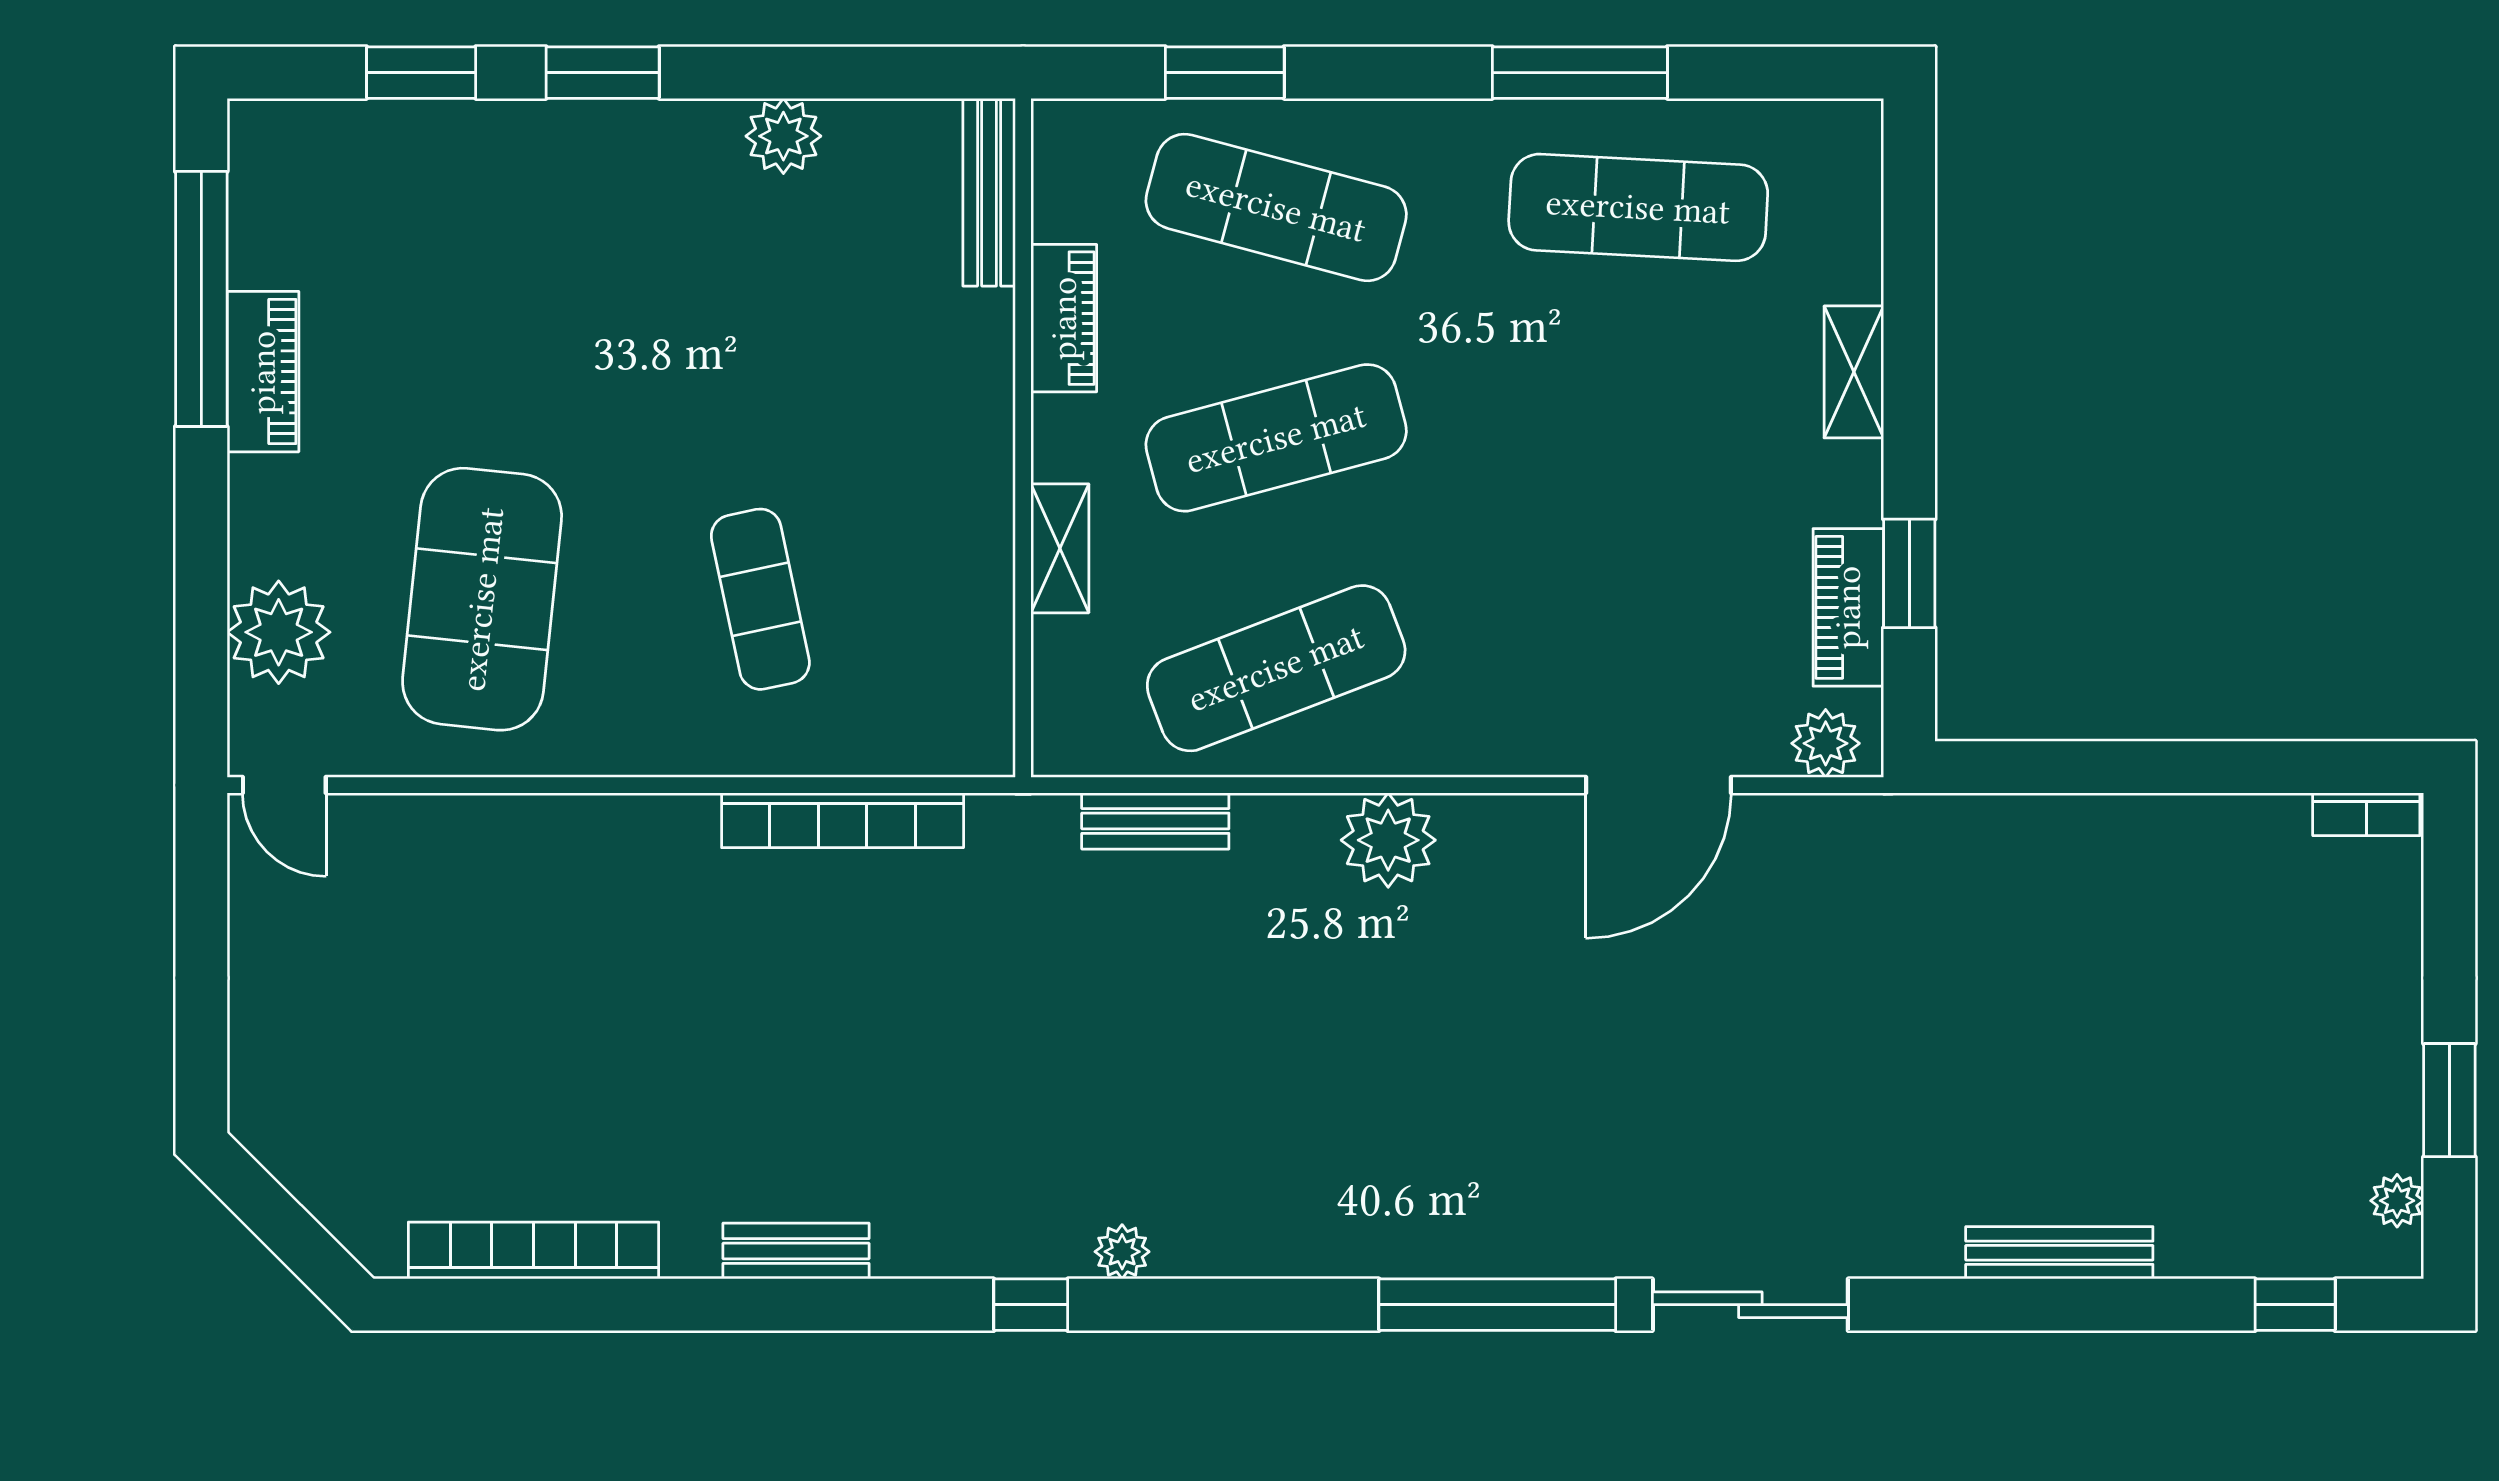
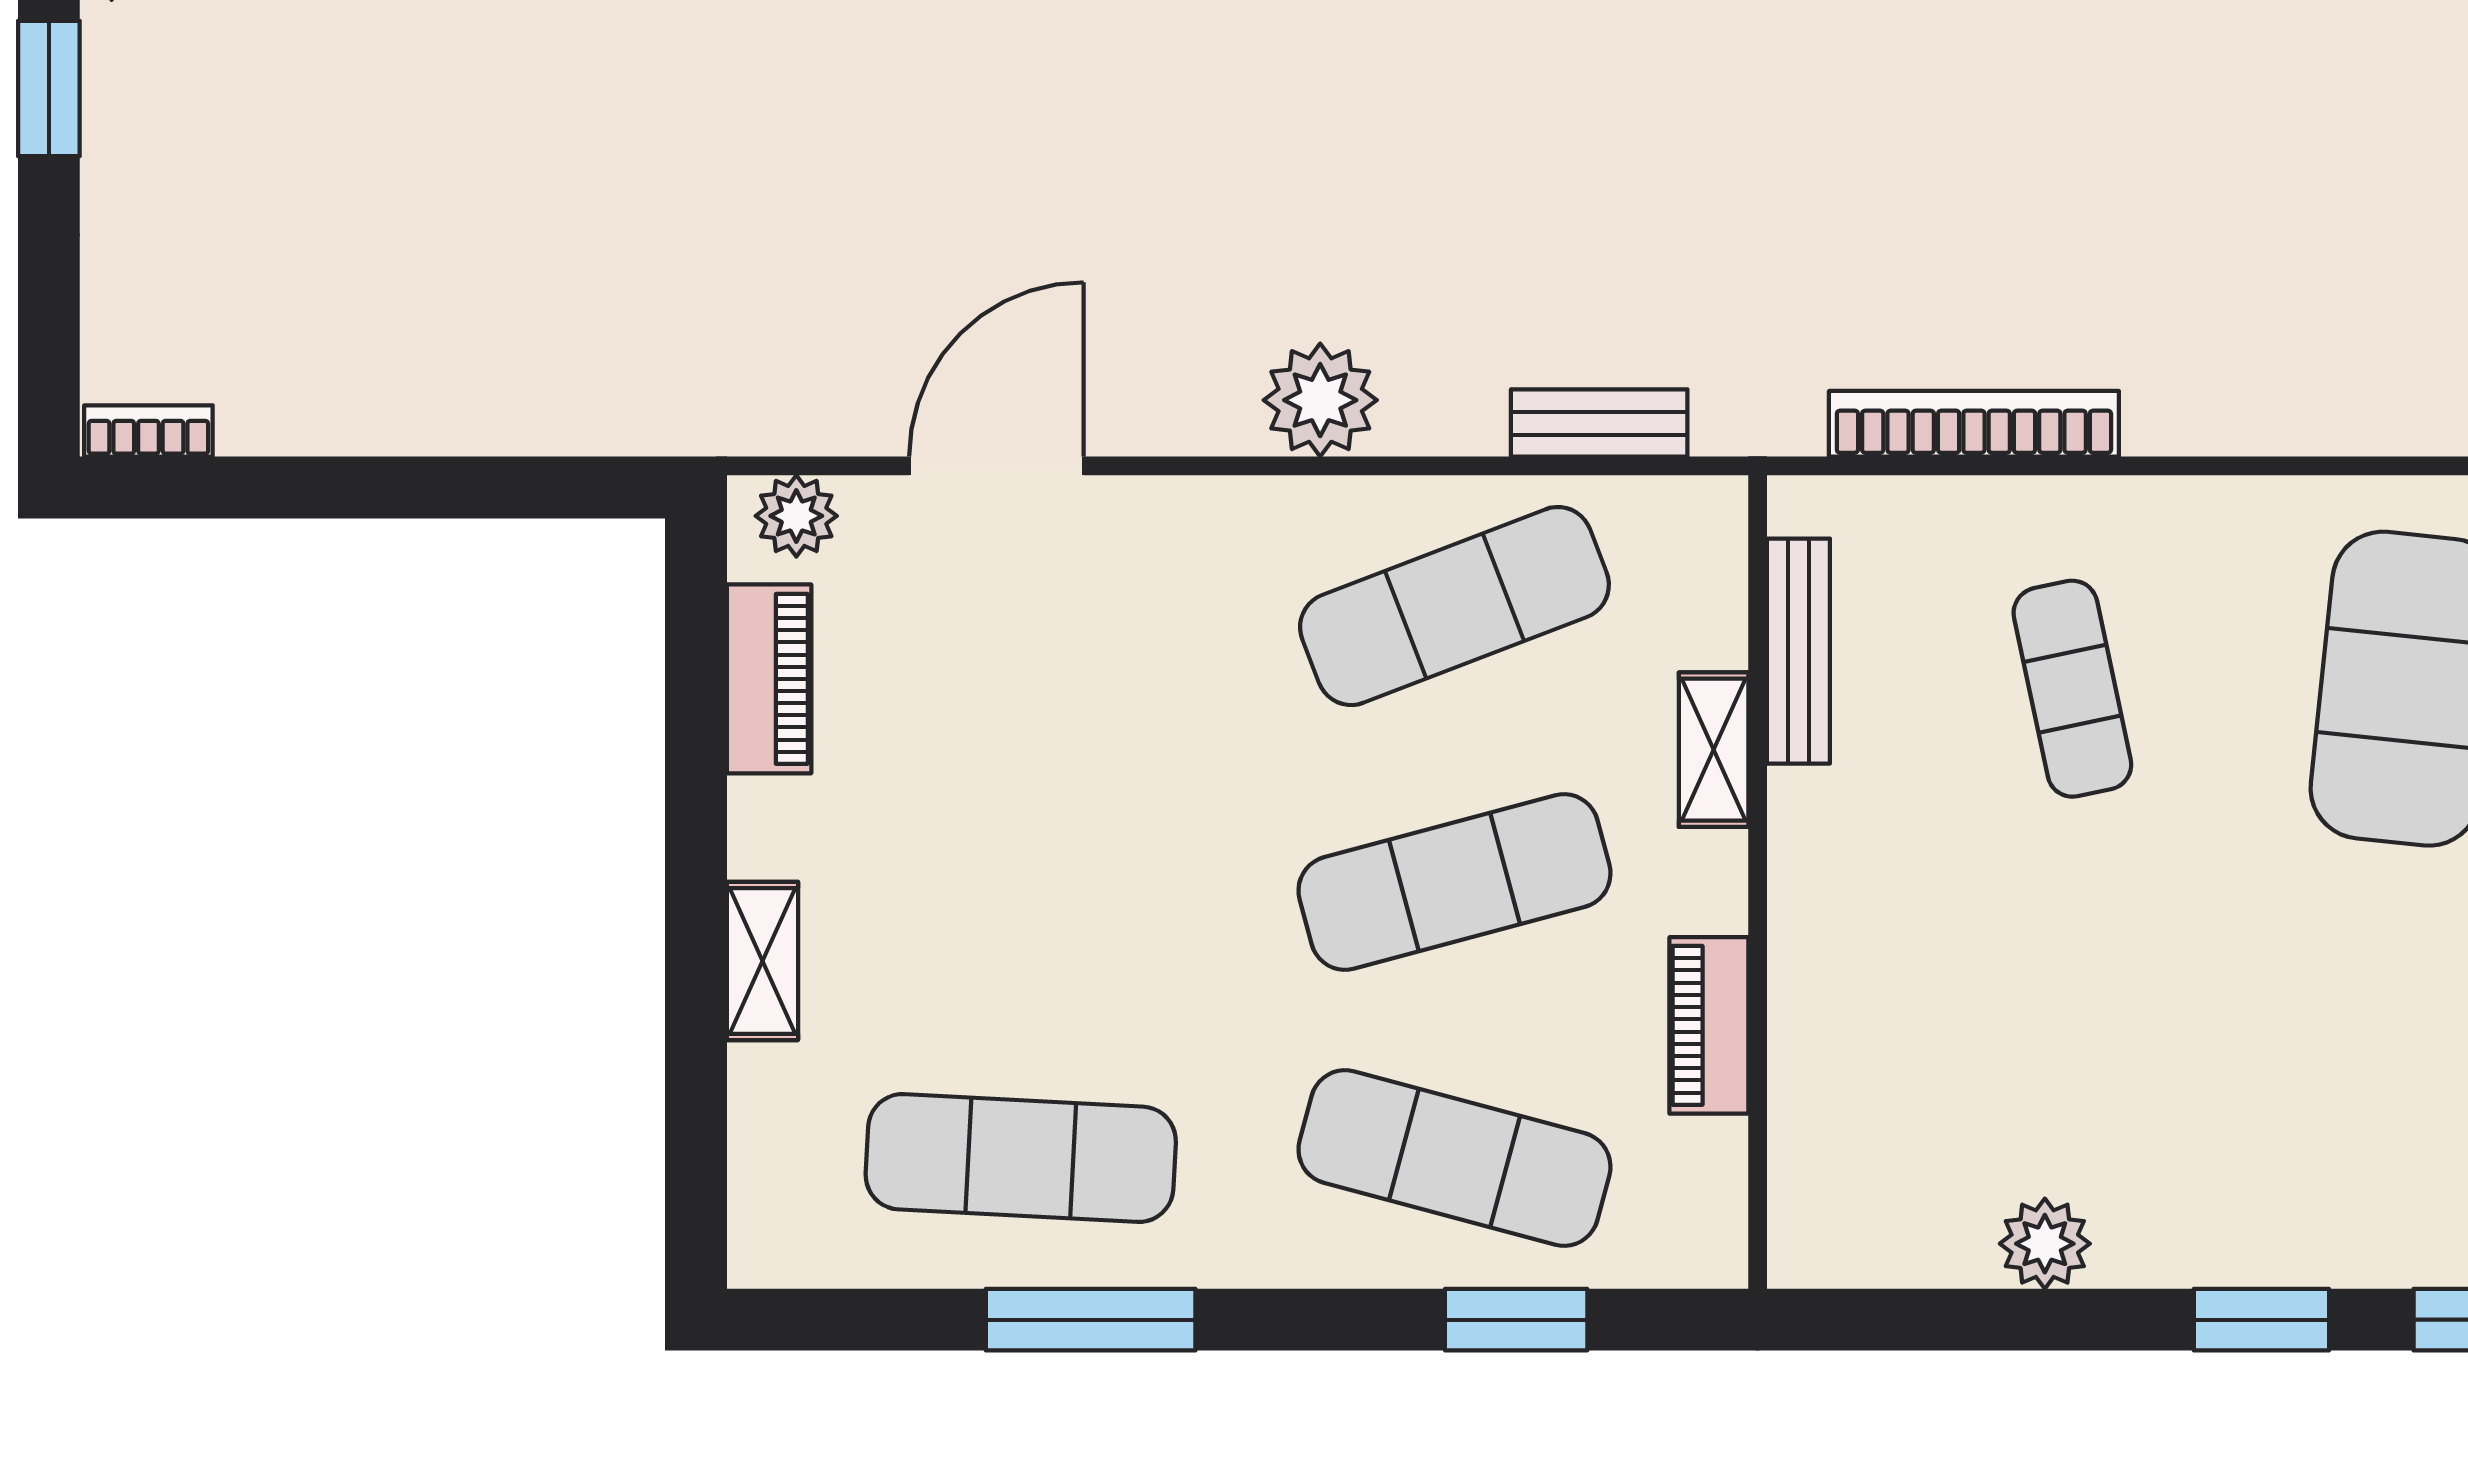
bench: (989, 192) -> (1798, 651), moved
window: (1909, 573) -> (696, 720), removed

